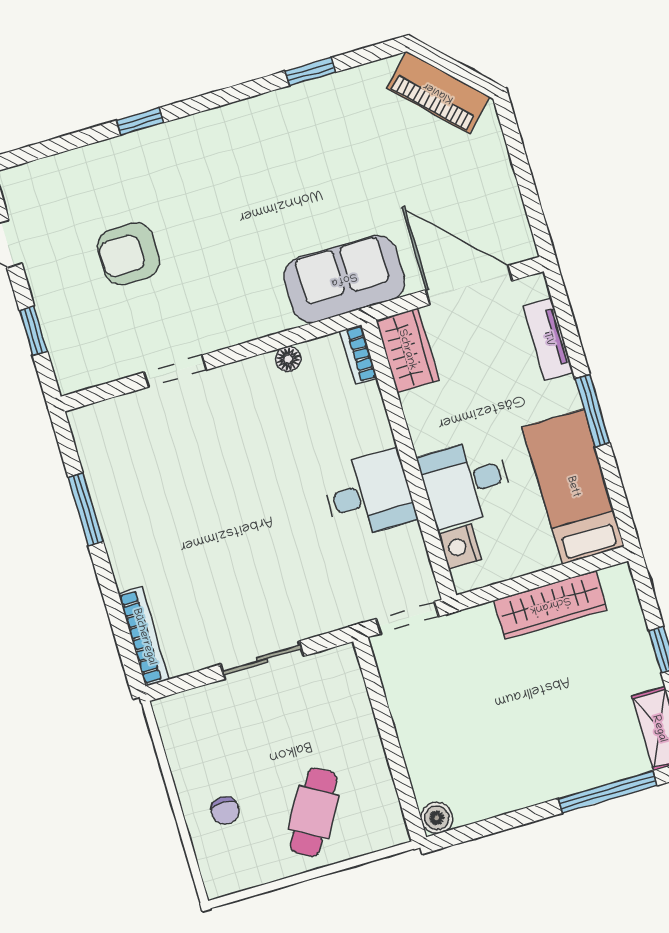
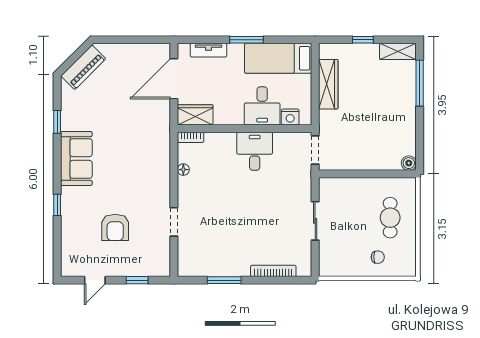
sofa: (344, 279) -> (76, 158), moved, turned 180
bookcase: (144, 637) -> (273, 271), moved
cafe table: (314, 812) -> (390, 218), turned 60

